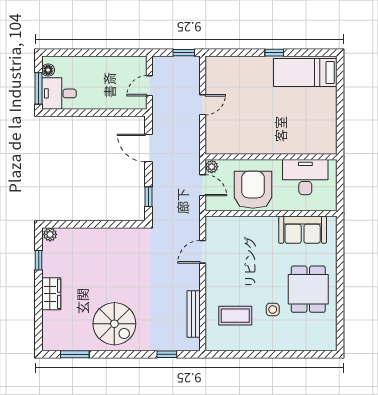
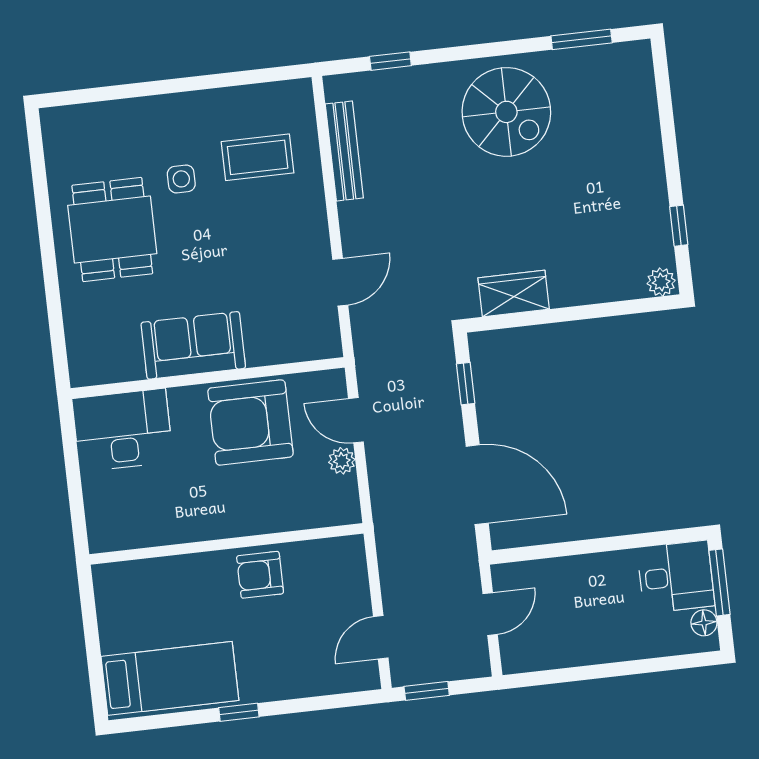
door: (203, 105) -> (381, 637), moved
armchair: (257, 117) -> (260, 575), added
door: (149, 148) -> (477, 485), width x1.36
wall: (271, 157) -> (226, 544), moved
desk: (305, 177) -> (123, 430), moved, turned 180
armchair: (253, 190) -> (250, 423), turned 90
sofa: (303, 230) -> (193, 345), moved
wardrobe: (51, 294) -> (514, 294), moved, turned 90
spiral stairs: (114, 324) -> (506, 112), turned 180

